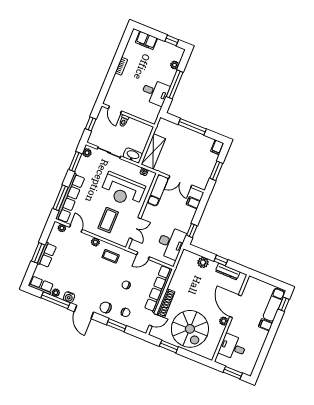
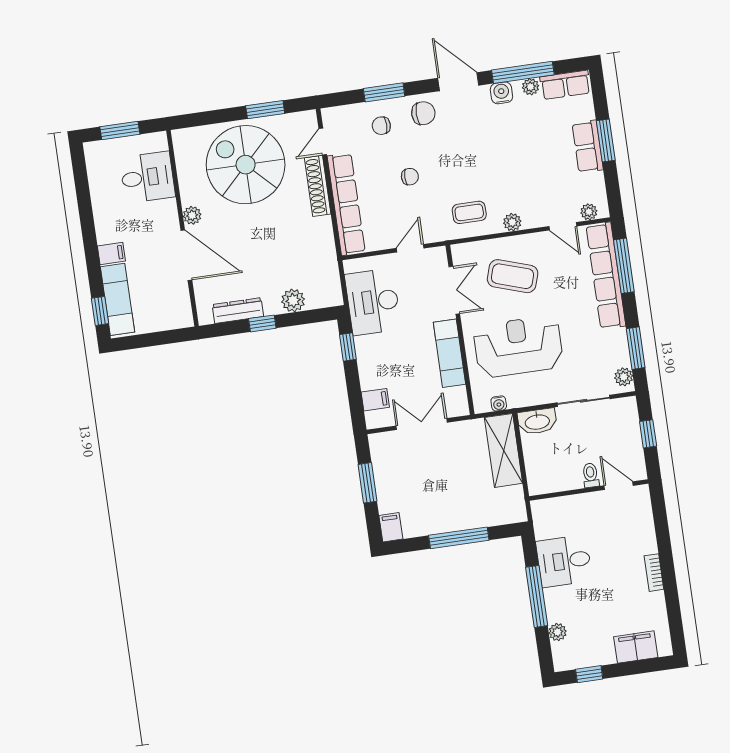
exam couch: (158, 190) -> (449, 353), moved
coffee table: (108, 220) -> (513, 276), turned -72
double door: (135, 228) -> (454, 290), swing flipped

